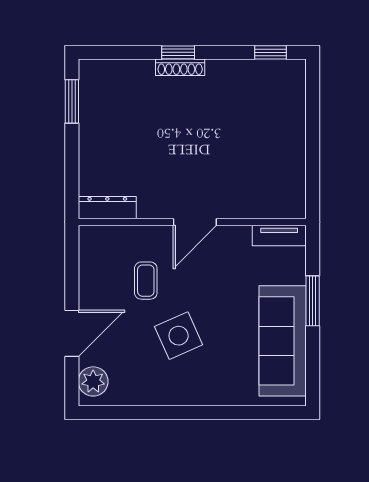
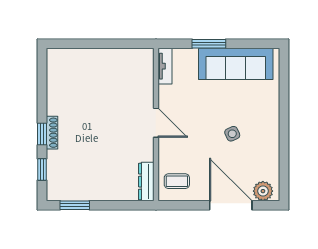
window: (271, 52) -> (42, 169), moved
coffee table: (146, 281) -> (177, 181), moved
door: (72, 333) -> (231, 205), width x1.36
side table: (179, 336) -> (232, 134), width x0.54, depth x0.54

